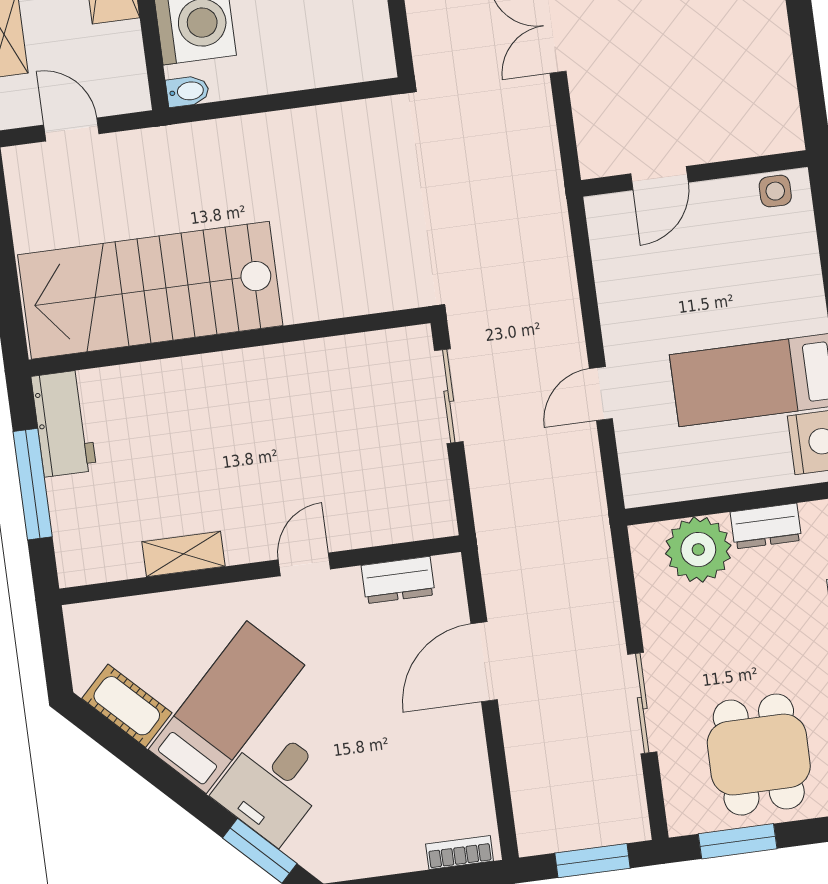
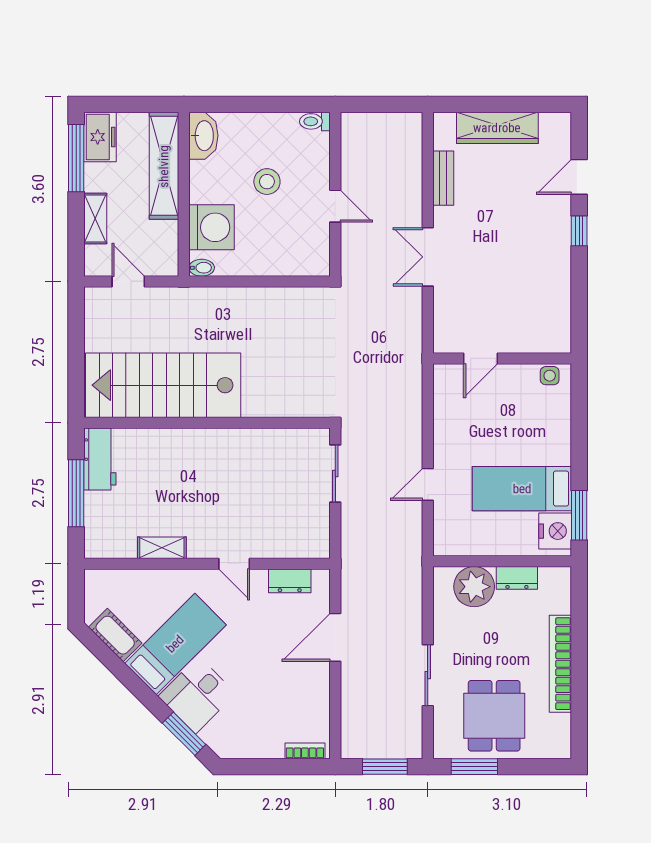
door: (304, 564) -> (234, 564), swing flipped

